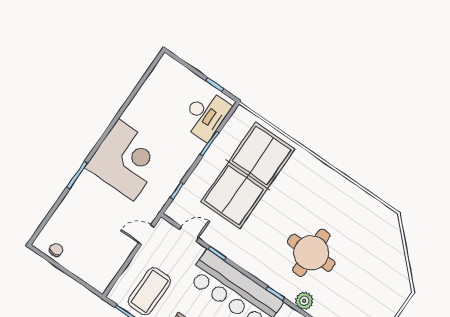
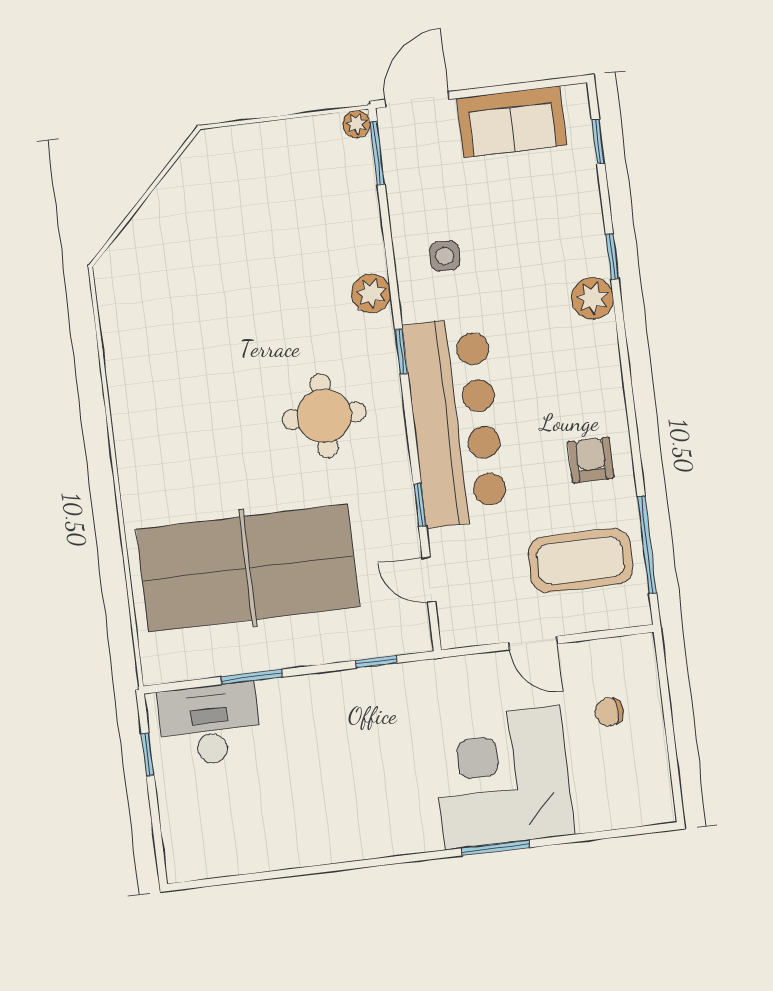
corner desk: (126, 160) -> (502, 777), moved
door: (146, 235) -> (533, 643), moved
chair: (56, 250) -> (609, 712), moved
round table: (311, 253) -> (324, 416), moved, width x0.73, depth x0.73

